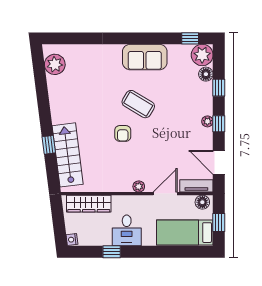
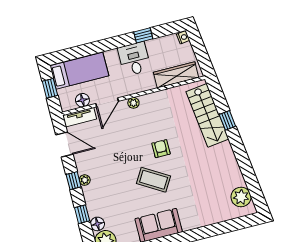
floor lamp: (202, 202) -> (82, 100), moved

